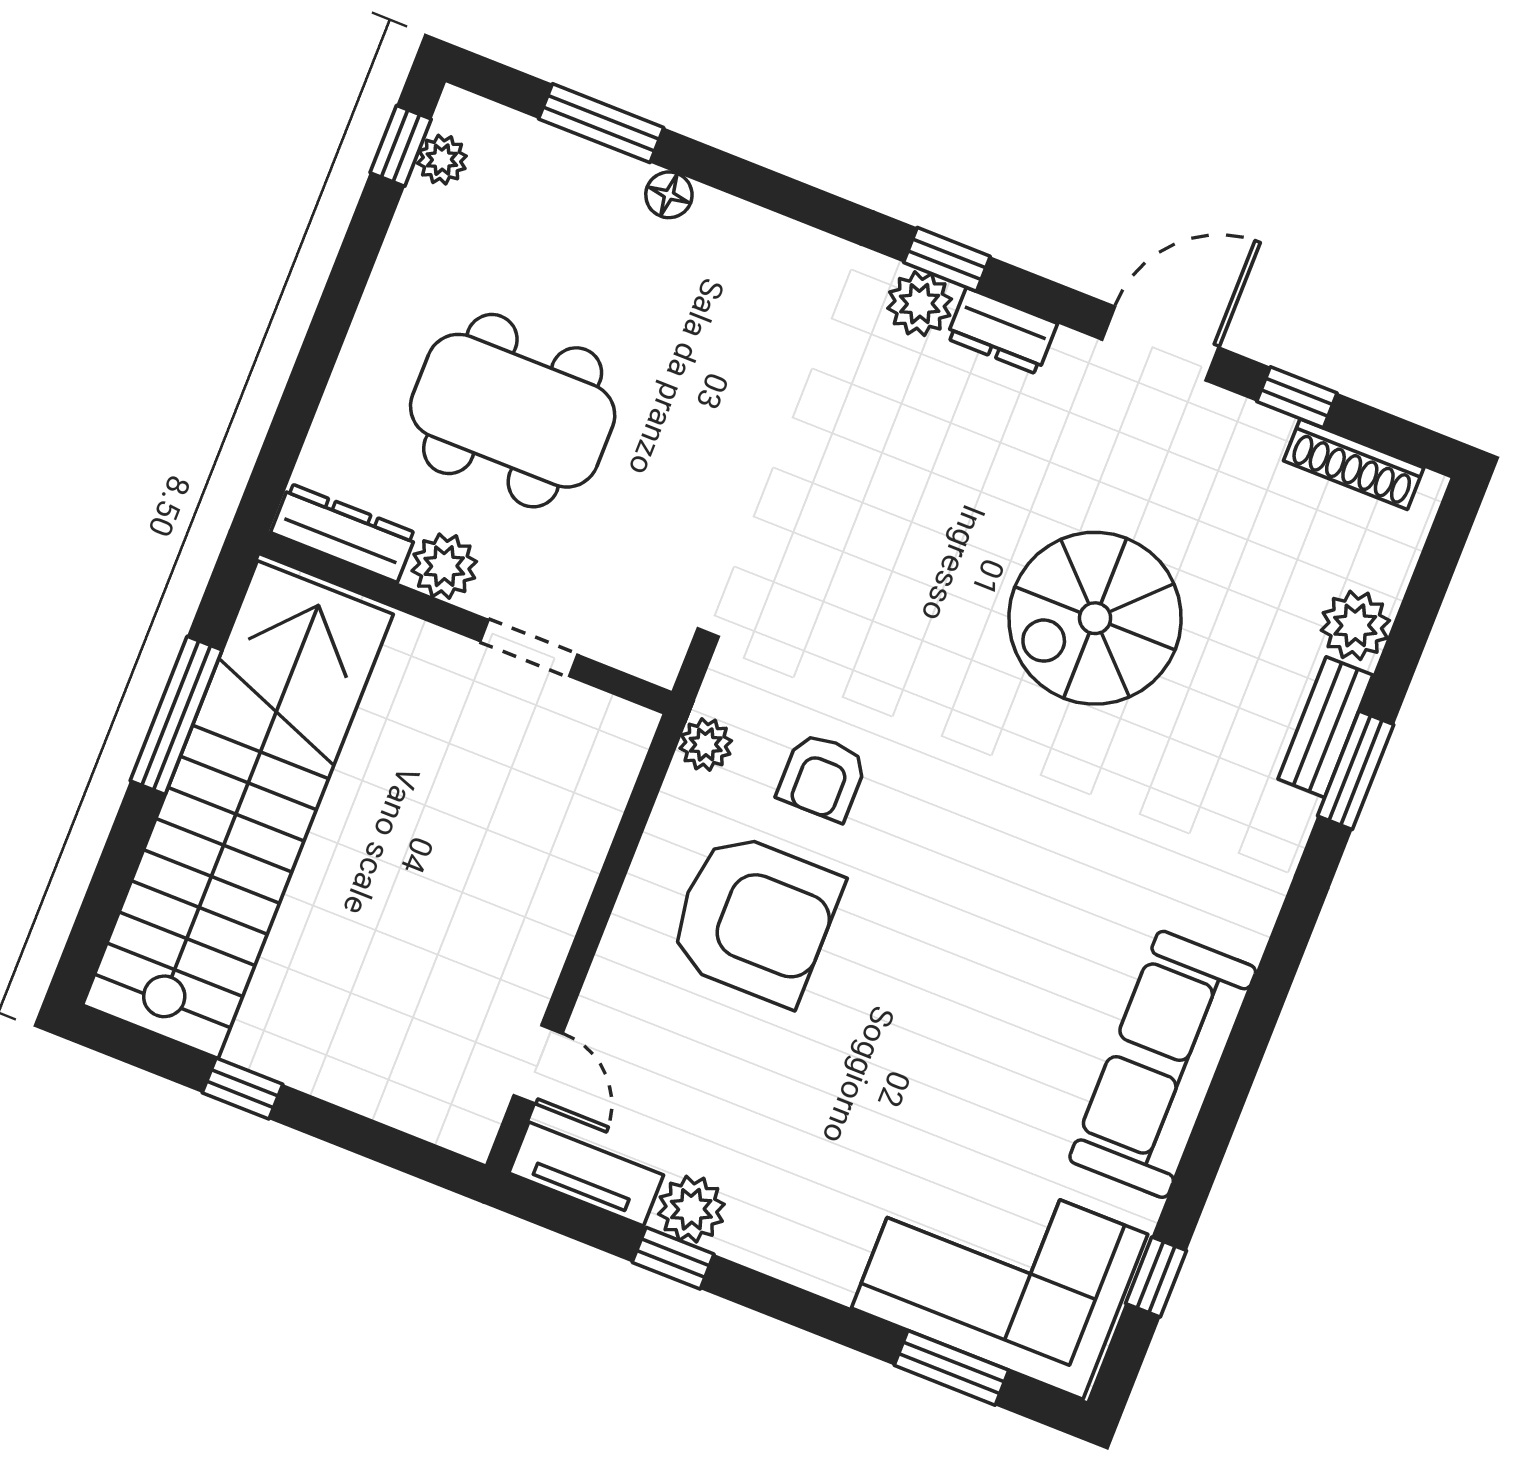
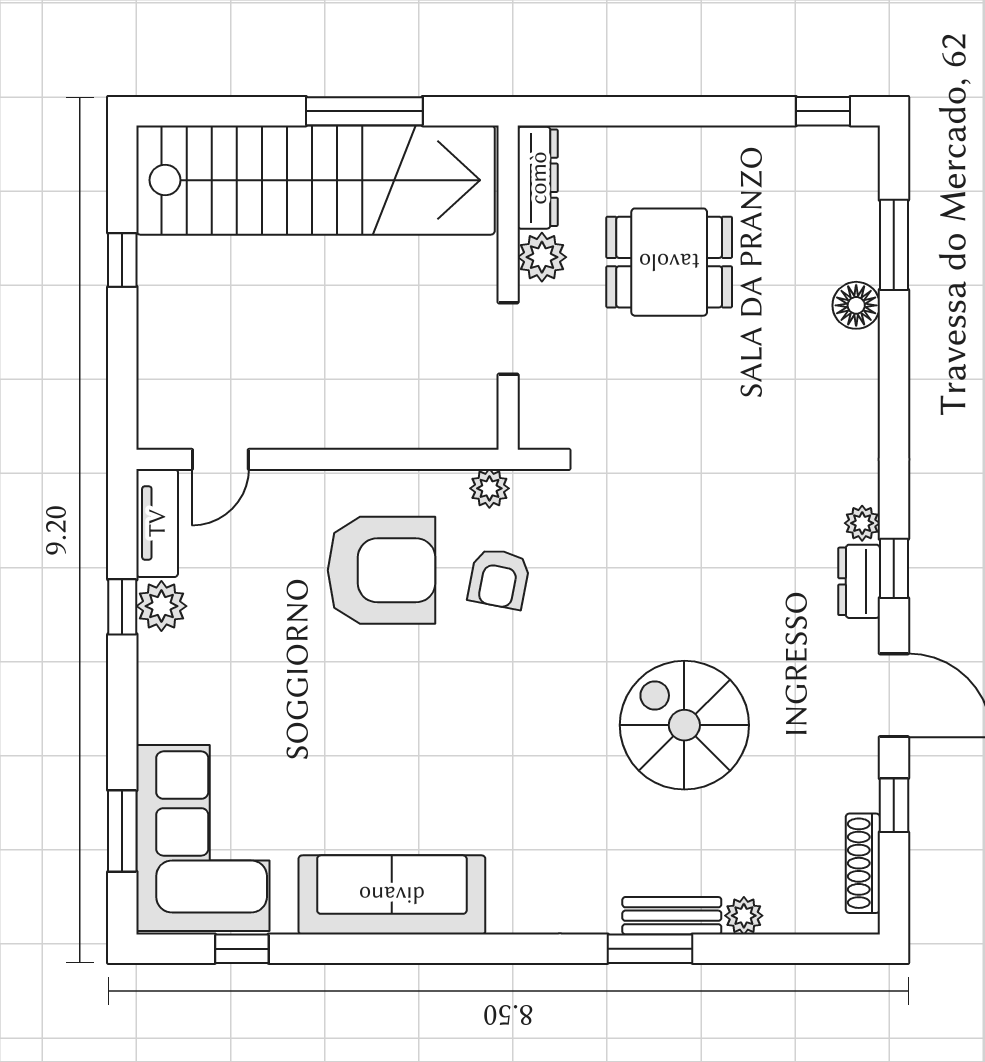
plant: (442, 160) -> (825, 144), removed
floor lamp: (669, 195) -> (856, 305), width x1.37, depth x1.37
window: (947, 259) -> (894, 568), moved
plant: (920, 304) -> (862, 523), width x0.73, depth x0.73
dining table: (513, 411) -> (669, 262), width x0.73
plant: (1355, 625) -> (744, 916), width x0.73, depth x0.73
armchair: (822, 777) -> (499, 579), turned -79
armchair: (755, 918) -> (382, 570), turned -90

